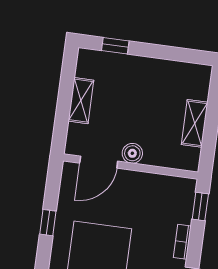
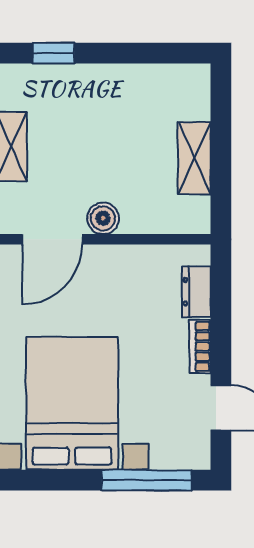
window: (200, 206) -> (221, 287), removed
dresser: (185, 207) -> (196, 292), added

